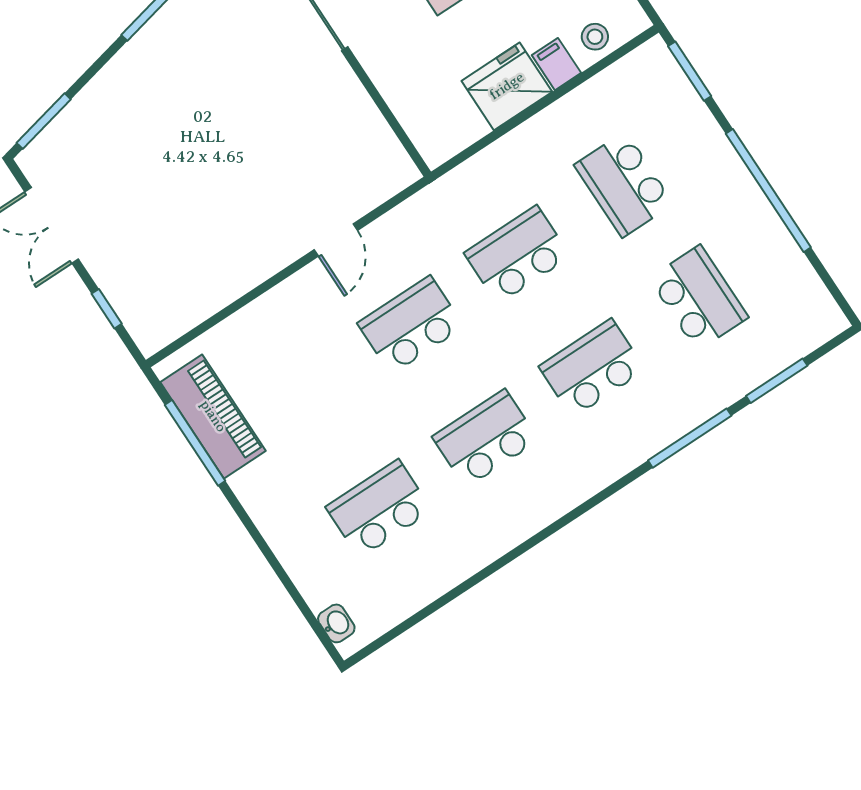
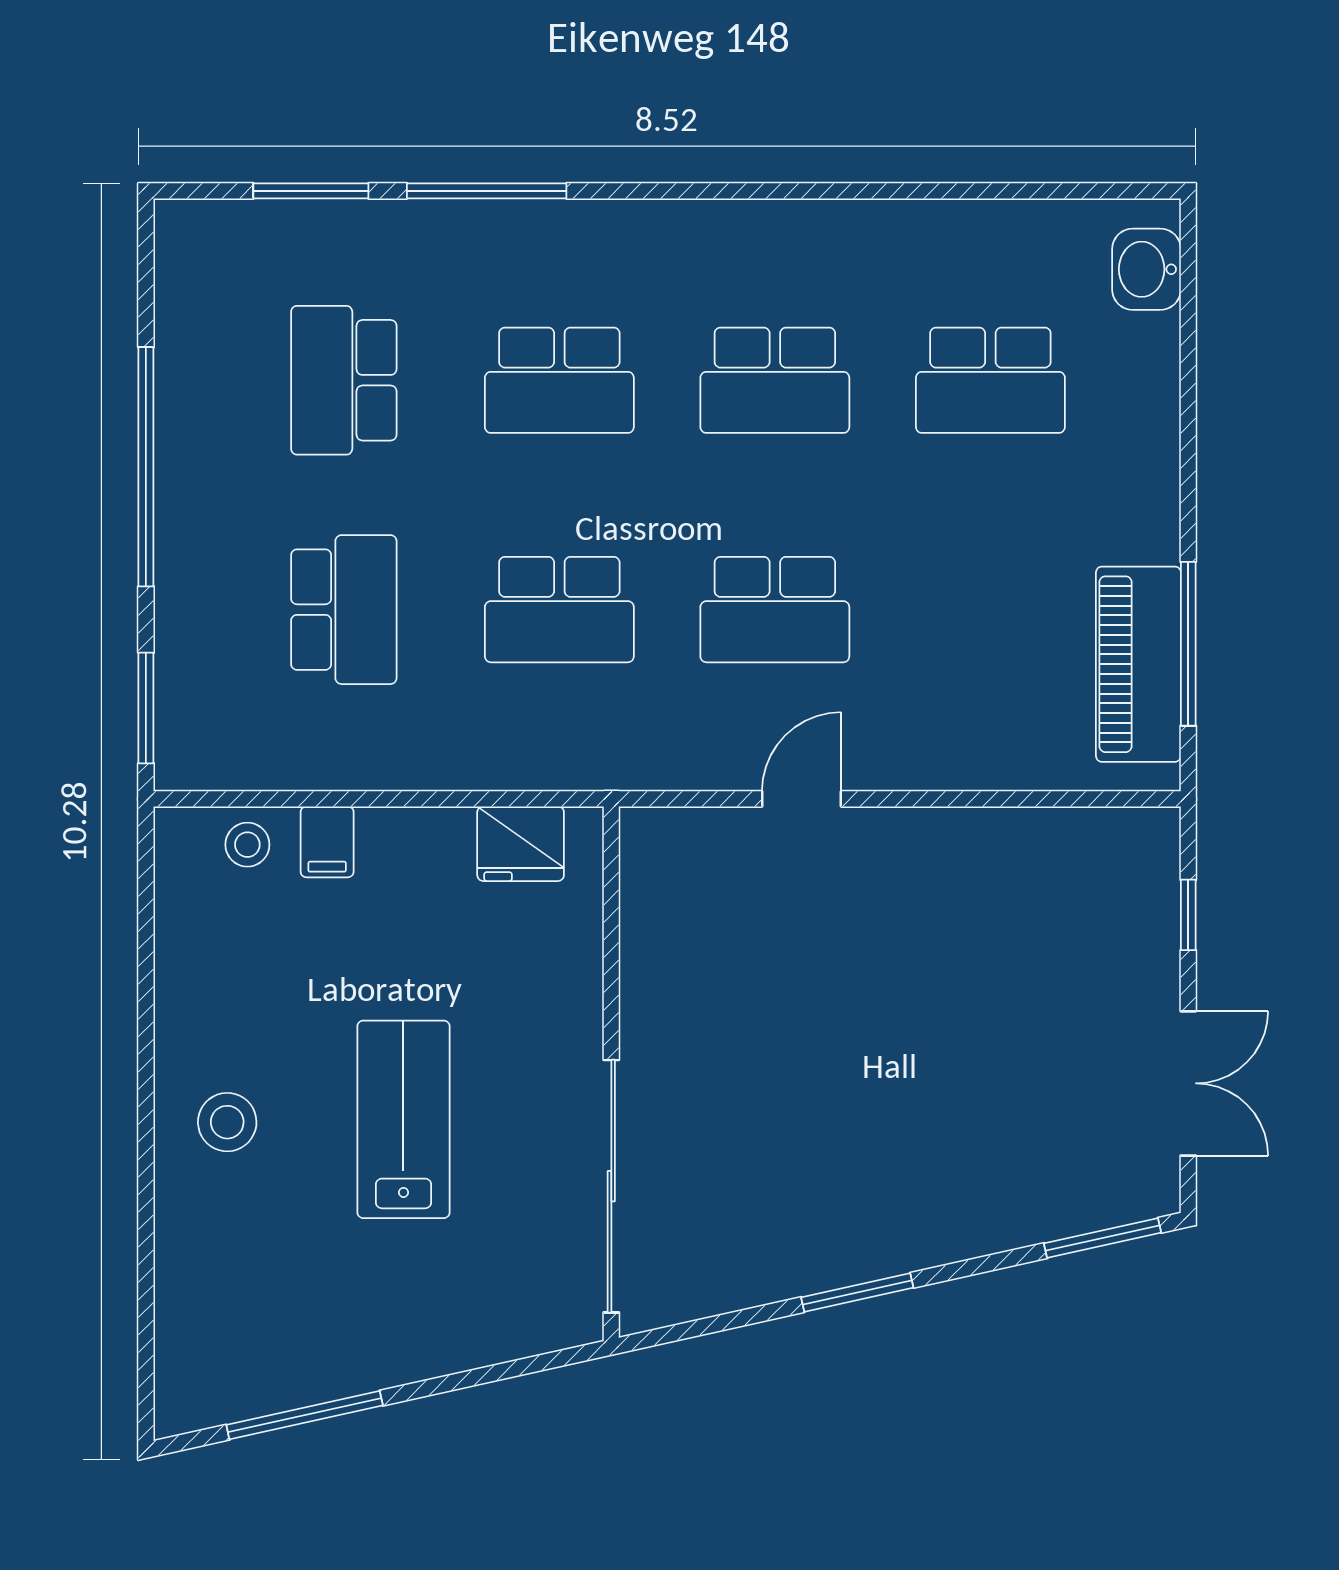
fridge: (507, 86) -> (521, 844), moved, width x0.73, depth x0.75
washbasin: (336, 623) -> (1146, 269), width x1.38, depth x1.45

